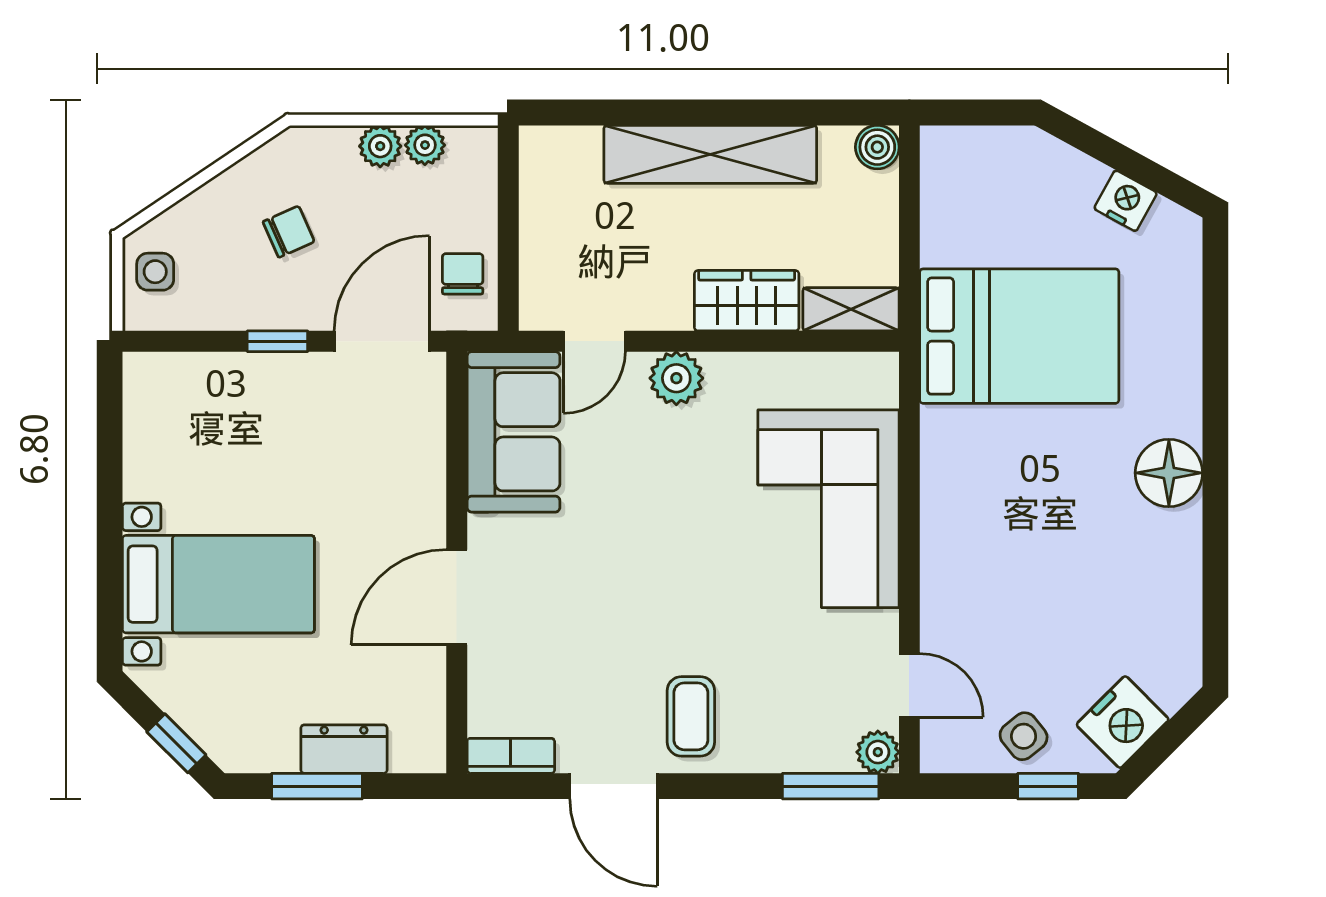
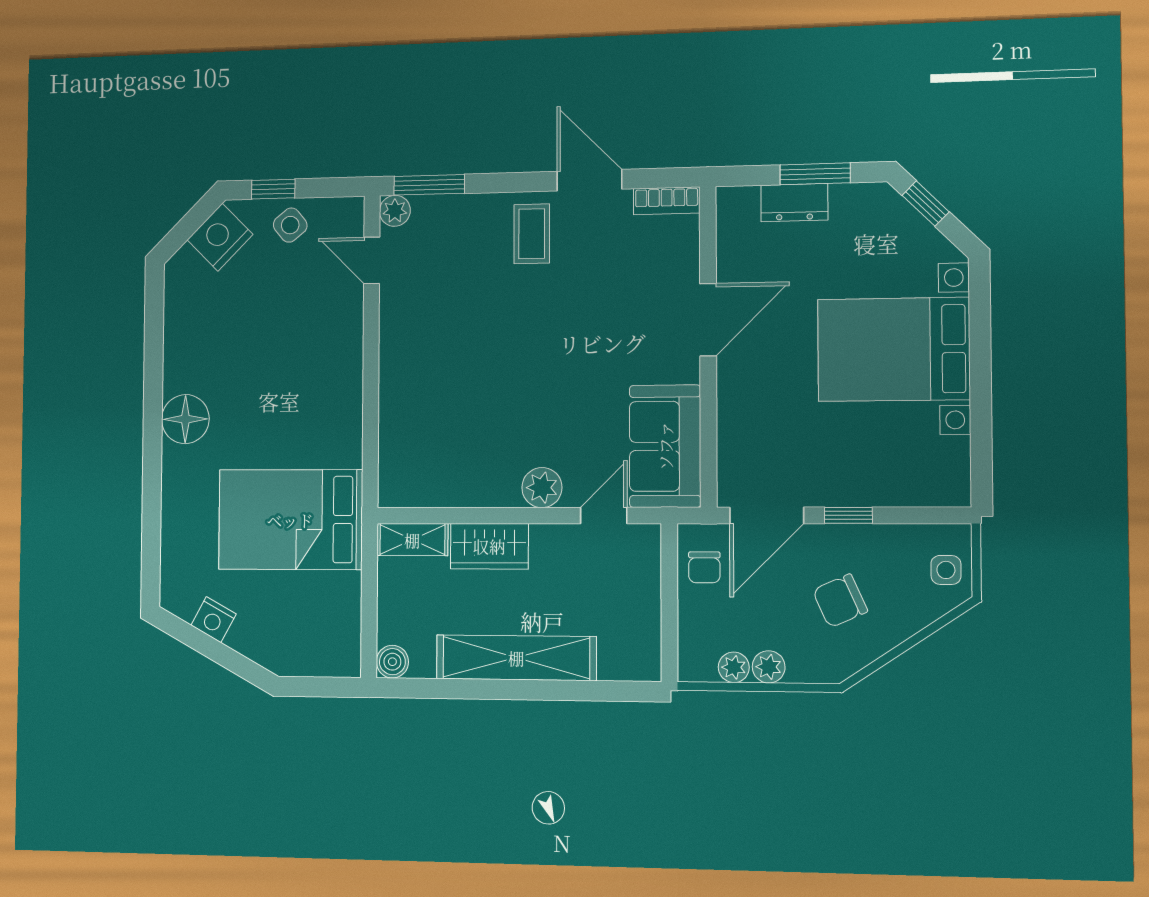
chair: (289, 232) -> (840, 601), width x1.37, depth x1.37
corner sofa: (829, 509) -> (430, 390), removed
bed with nightstands: (218, 584) -> (894, 349), width x1.36

